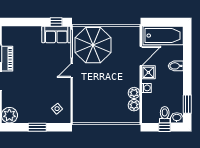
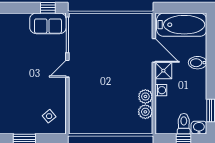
parasol: (93, 45) -> (94, 37), removed
door: (141, 56) -> (154, 50), hinge flipped

